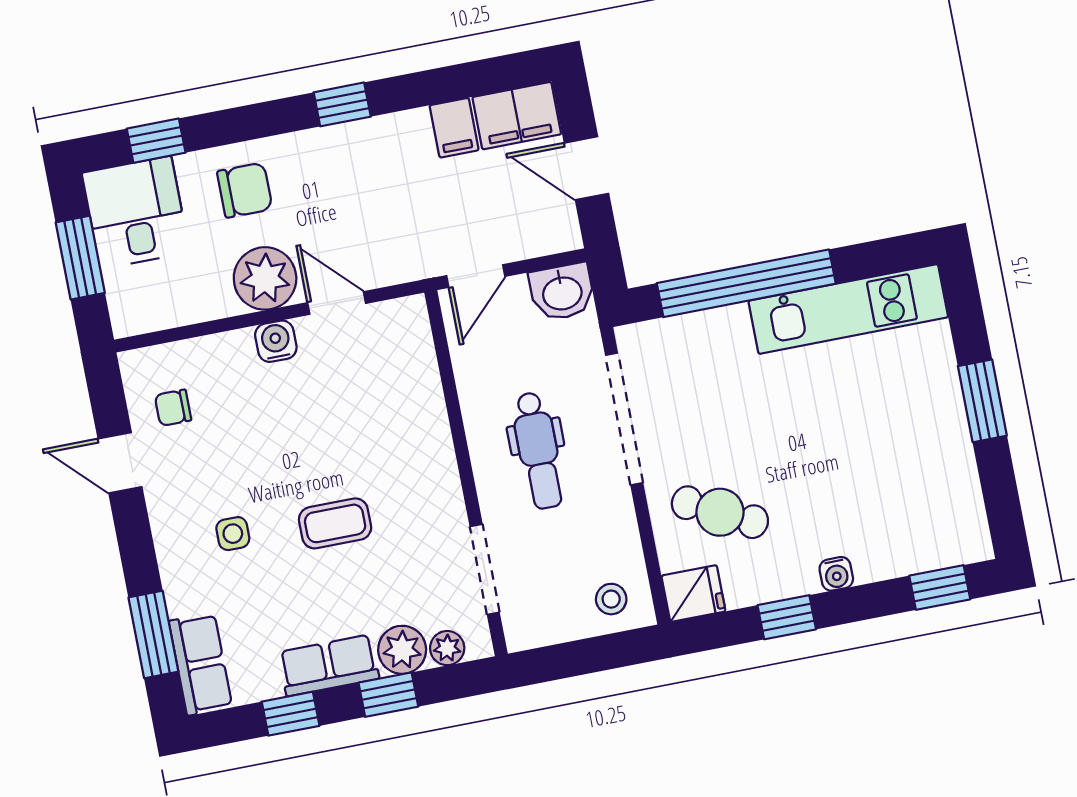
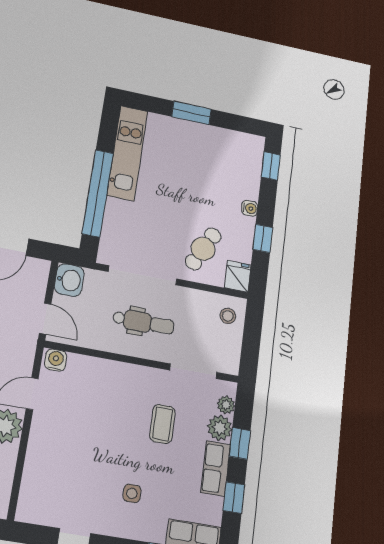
water cooler: (276, 341) -> (56, 360), moved, turned 90
chair: (173, 408) -> (55, 501), removed
coffee table: (335, 523) -> (162, 424), moved

